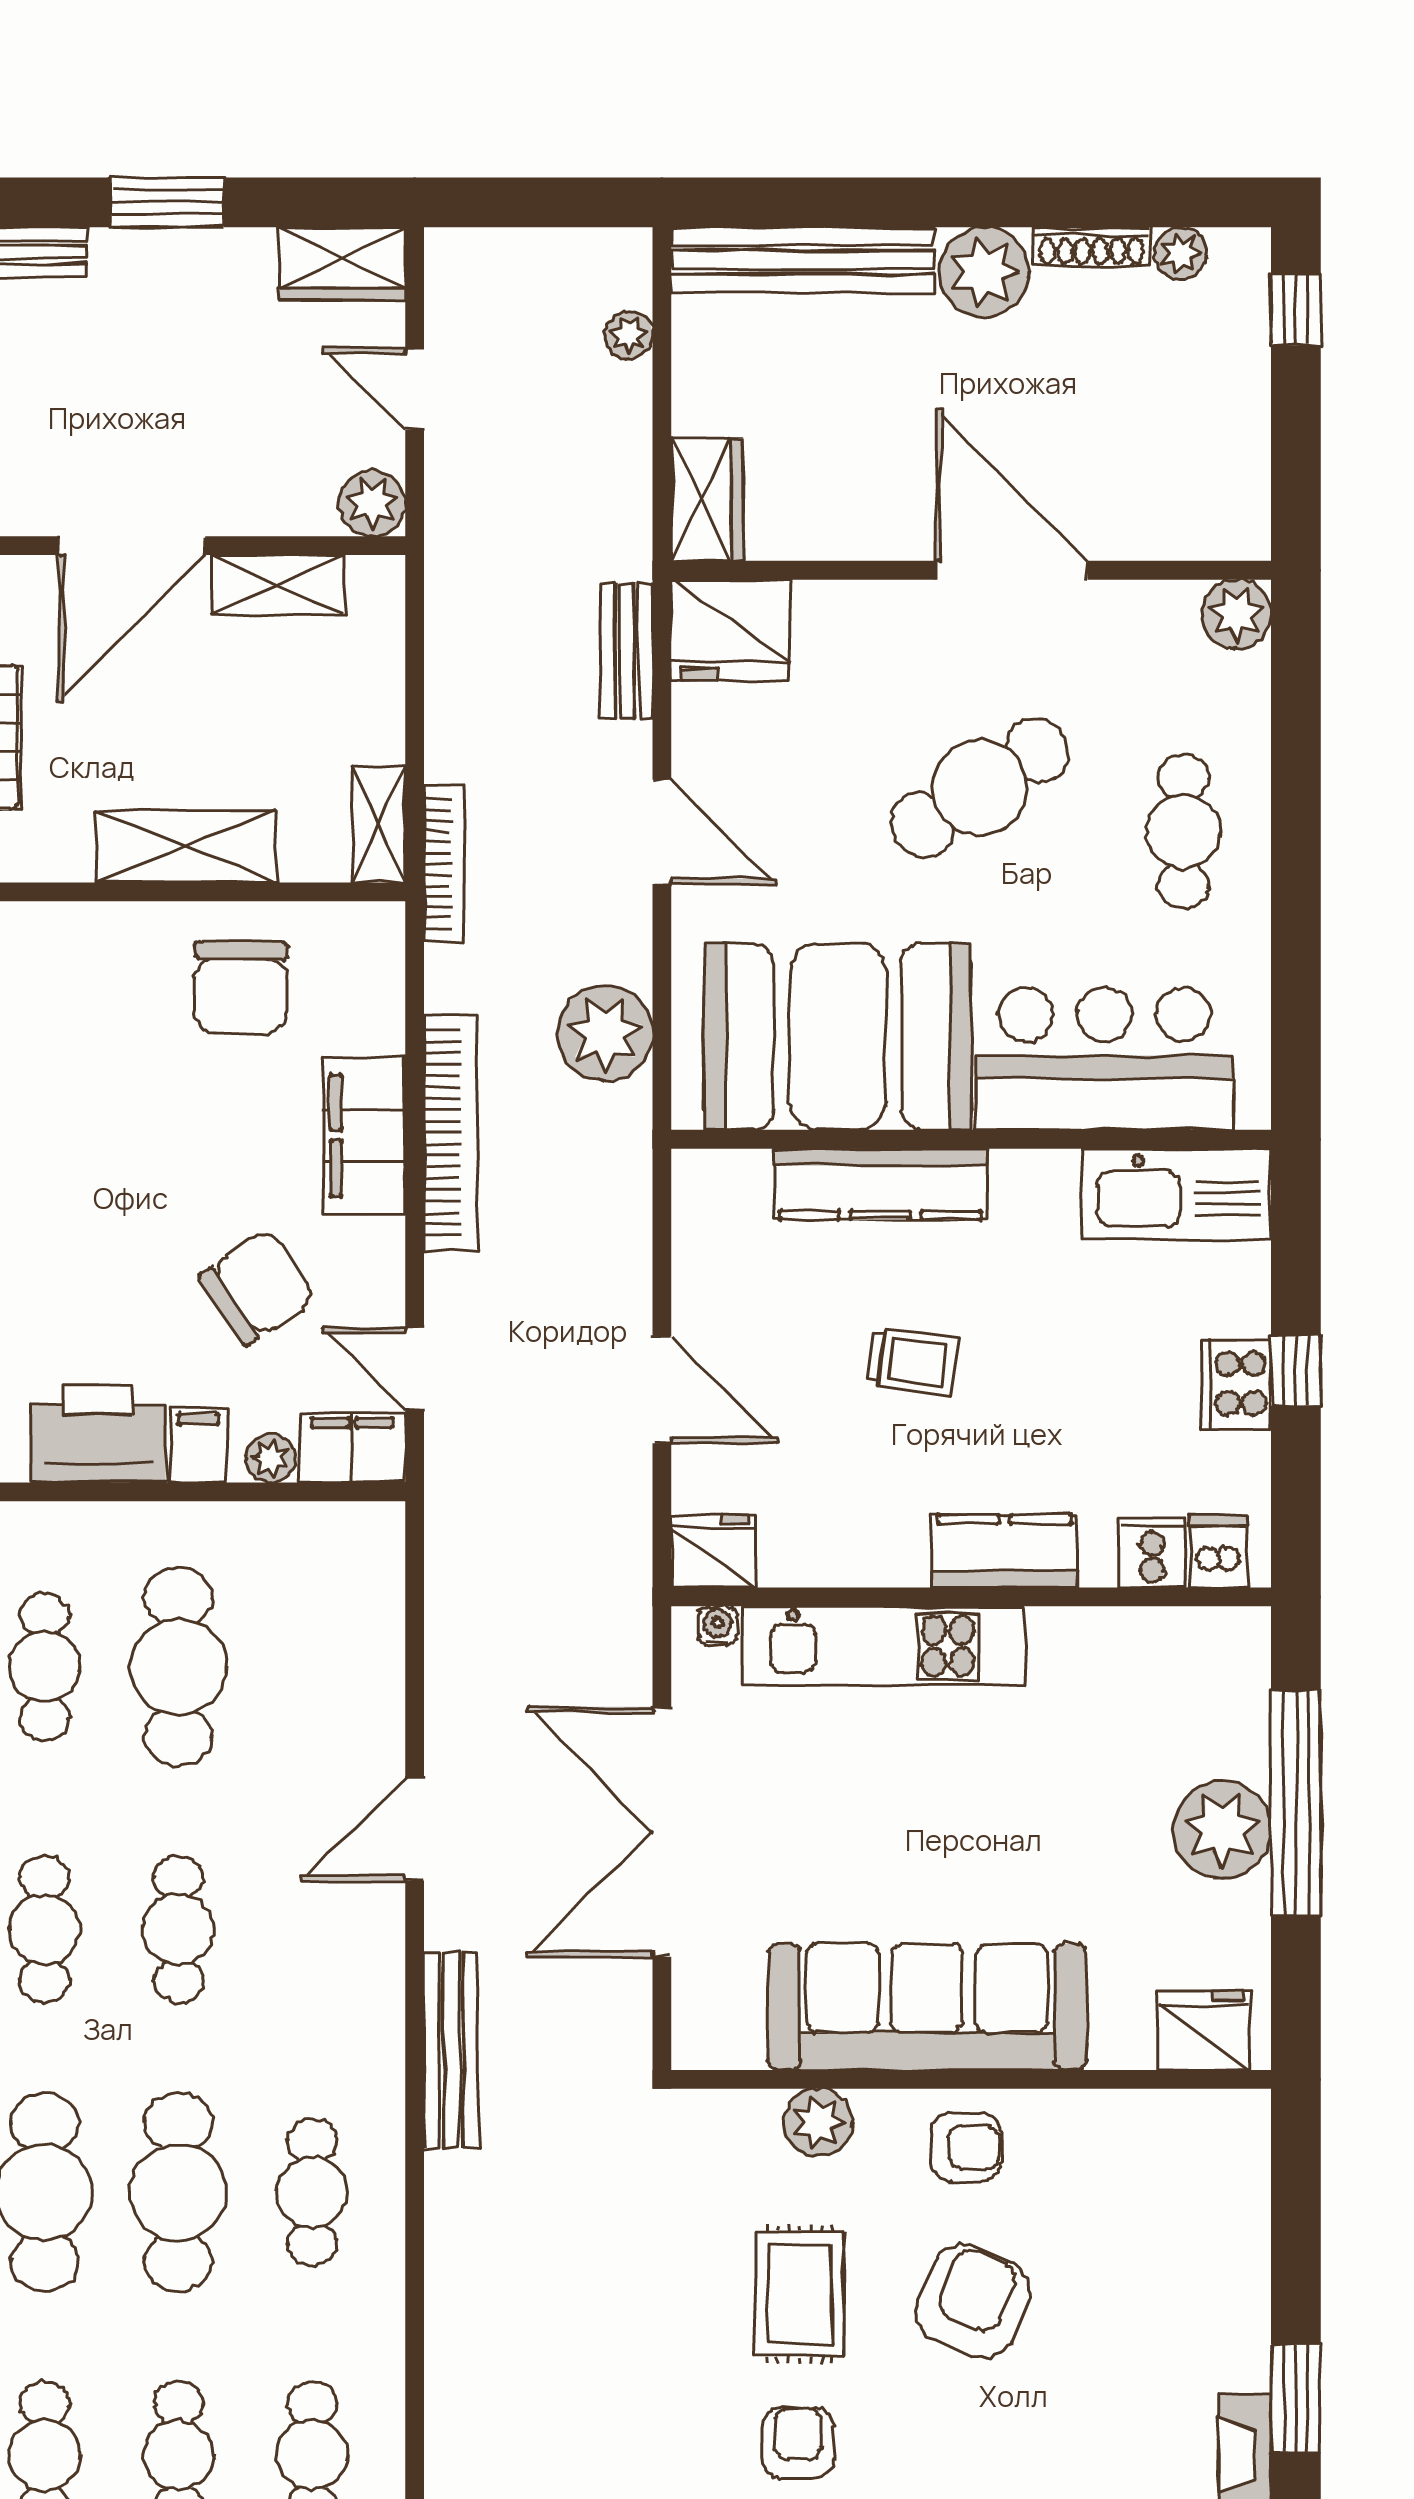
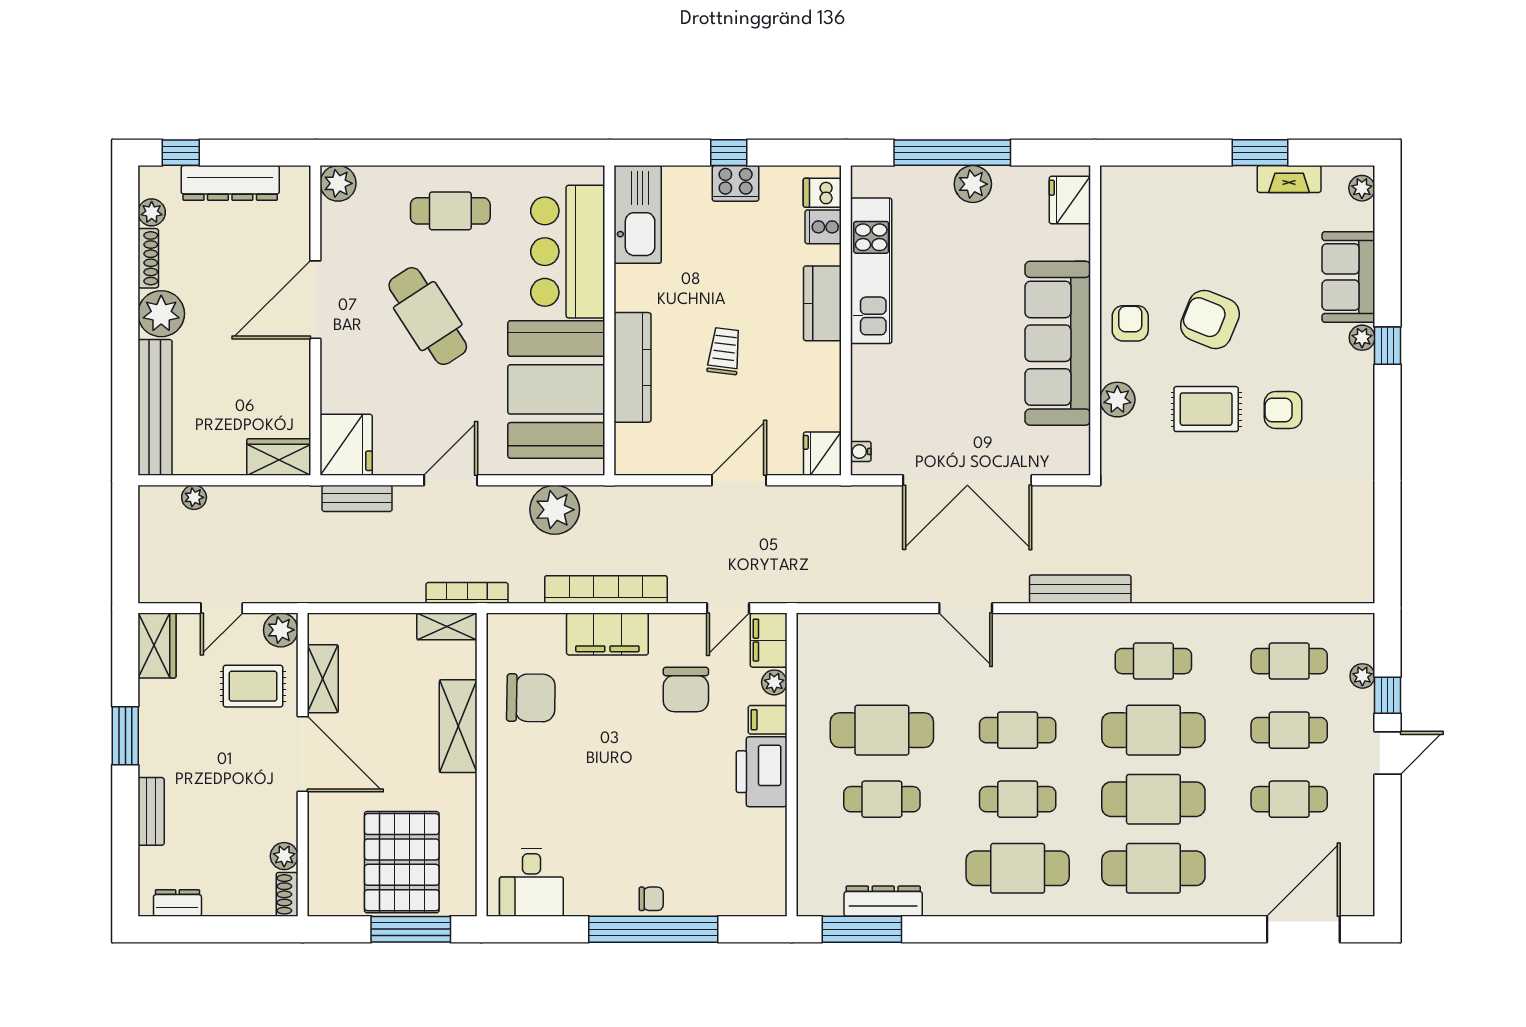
dresser: (1237, 405) -> (230, 183), added
rug: (263, 449) -> (253, 686), added
chair: (257, 1287) -> (686, 689), turned -146
kitchen unit: (883, 1646) -> (871, 271), moved
plant: (1222, 1830) -> (973, 184), width x0.73, depth x0.73

